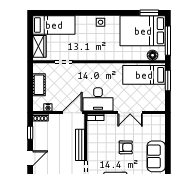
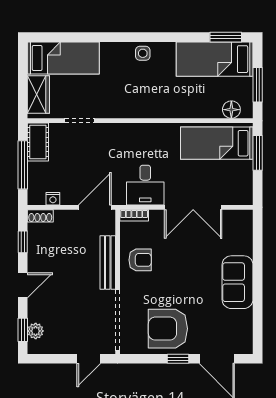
bed: (143, 31) -> (215, 59), width x0.67
window: (168, 41) -> (258, 85), width x0.69
cot: (39, 85) -> (38, 142), moved
window: (30, 88) -> (23, 165), added
desk: (98, 99) -> (145, 185), width x0.73
double door: (130, 113) -> (193, 207), width x1.37
armchair: (126, 147) -> (140, 260), moved

